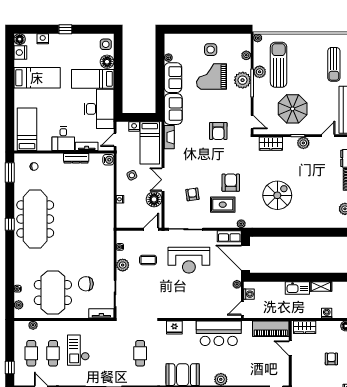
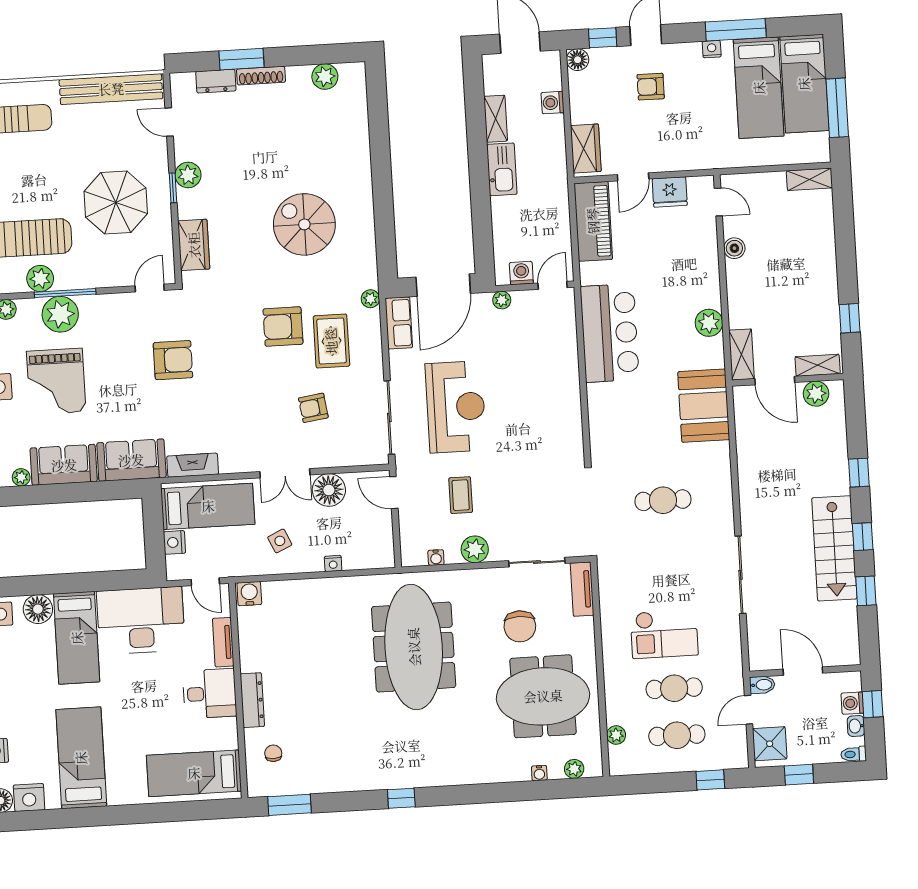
dresser: (76, 158) -> (252, 700), moved
meeting table: (35, 219) -> (414, 647), moved, turned 90
door: (242, 308) -> (553, 285), swing flipped
fridge: (174, 328) -> (670, 192), moved, turned 90

